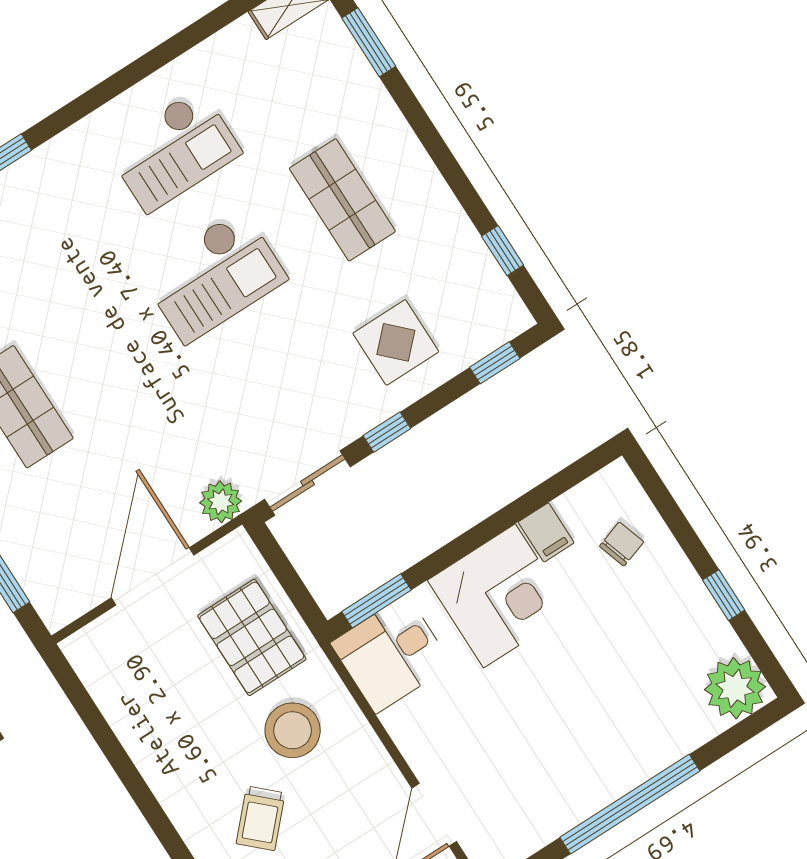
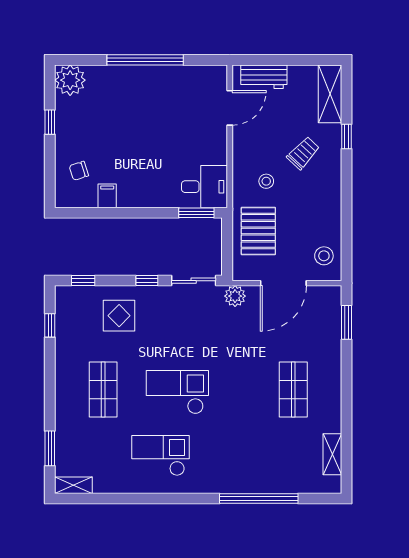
corner desk: (499, 596) -> (144, 182), removed
stool: (114, 667) -> (324, 256), added
stool: (293, 730) -> (266, 181), width x0.53, depth x0.53

